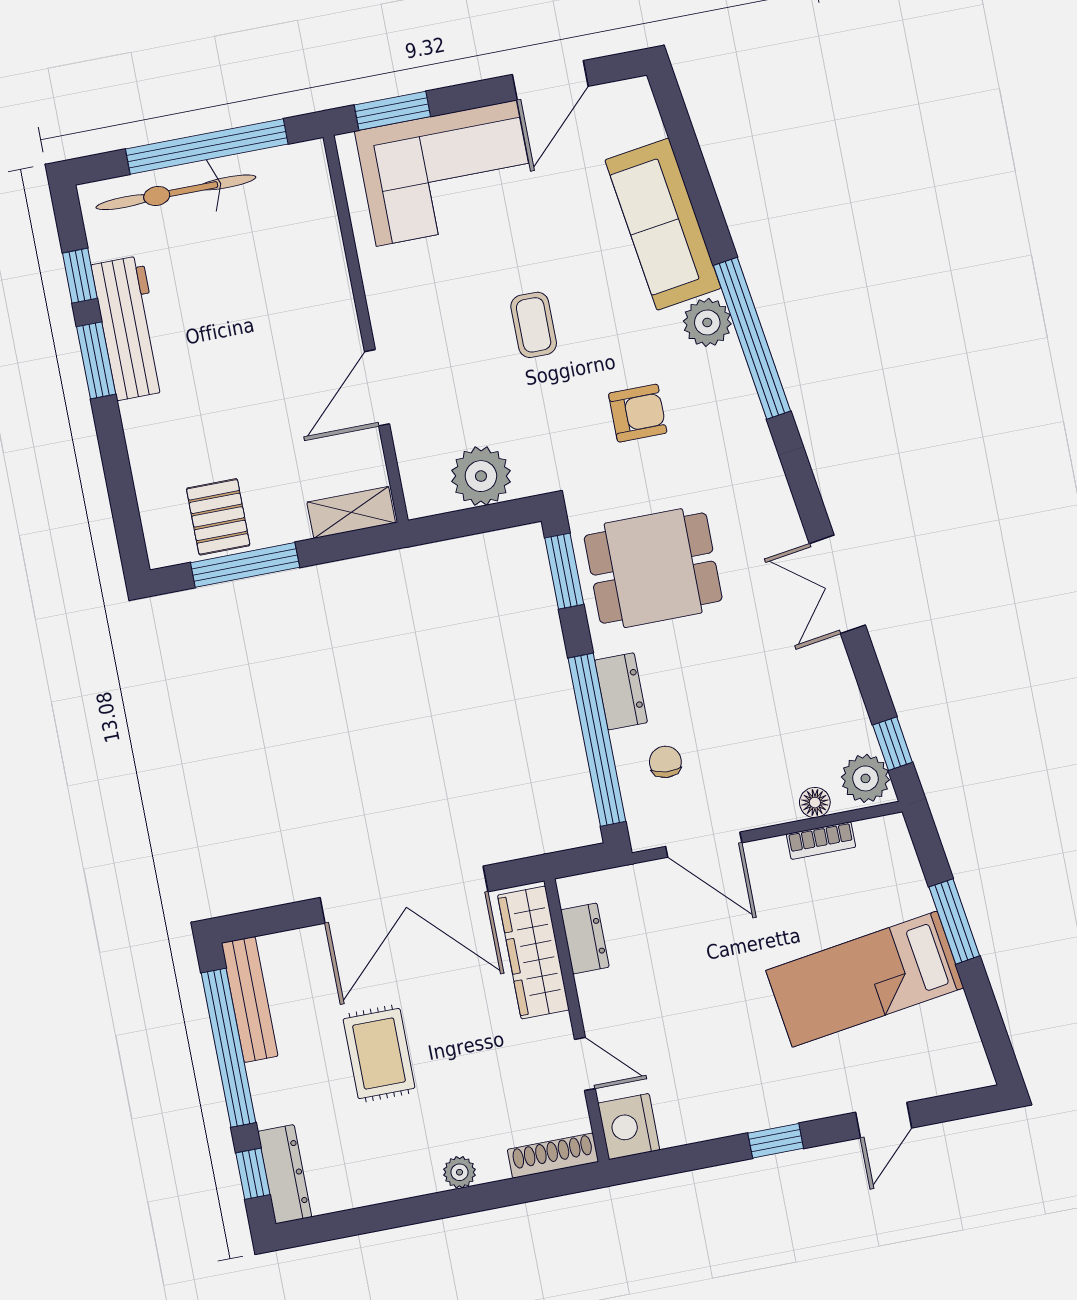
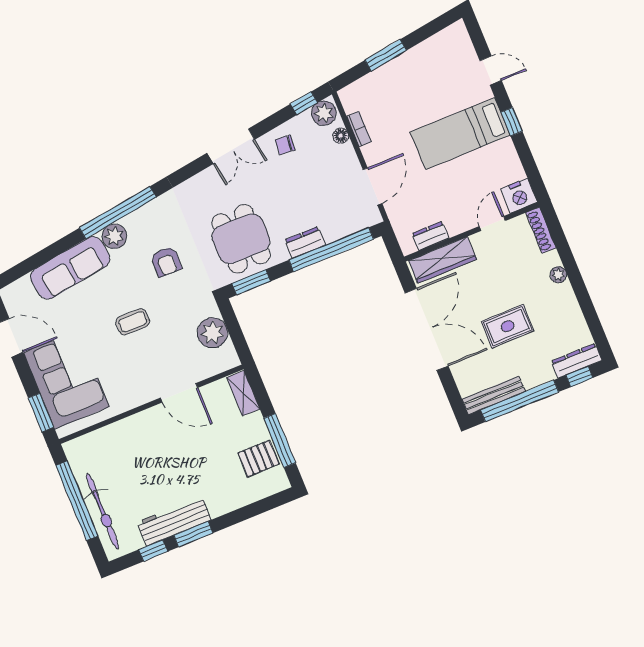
armchair: (638, 413) -> (166, 262), turned 180
chair: (665, 762) -> (285, 145), moved
bed: (865, 979) -> (460, 134), moved, turned 98

